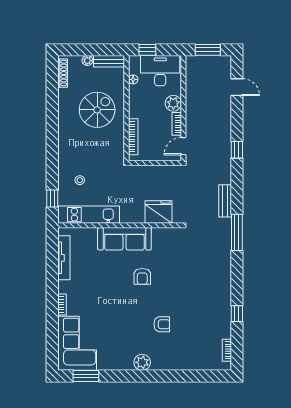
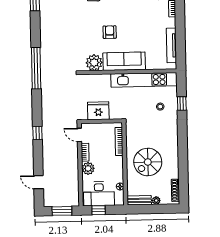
window: (147, 50) -> (99, 210), moved
door: (183, 146) -> (79, 135), swing flipped
window: (52, 199) -> (182, 103), moved
bench: (225, 201) -> (46, 93), removed
fridge: (158, 212) -> (98, 111), moved, turned 180
kitchen unit: (89, 215) -> (144, 80), width x1.36
window: (237, 232) -> (36, 68), width x1.46
plant: (163, 238) -> (94, 63), added

